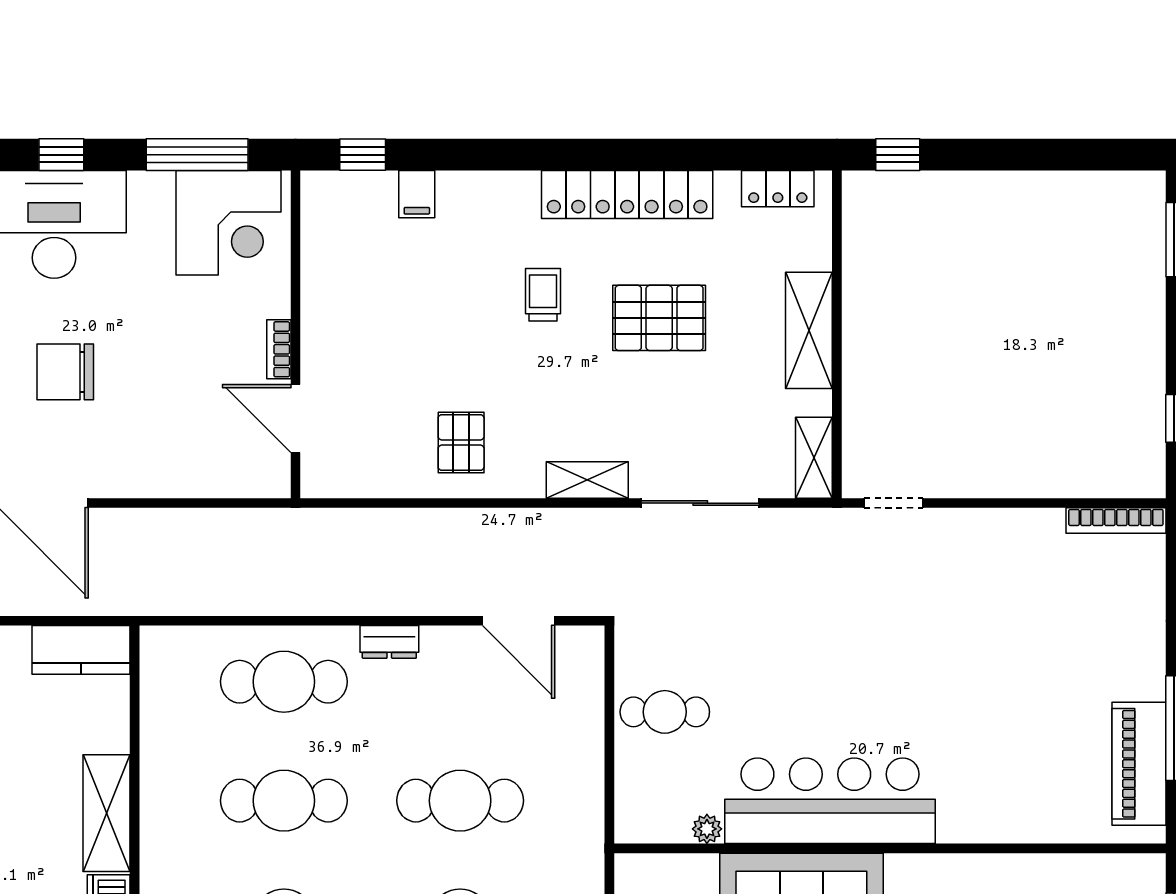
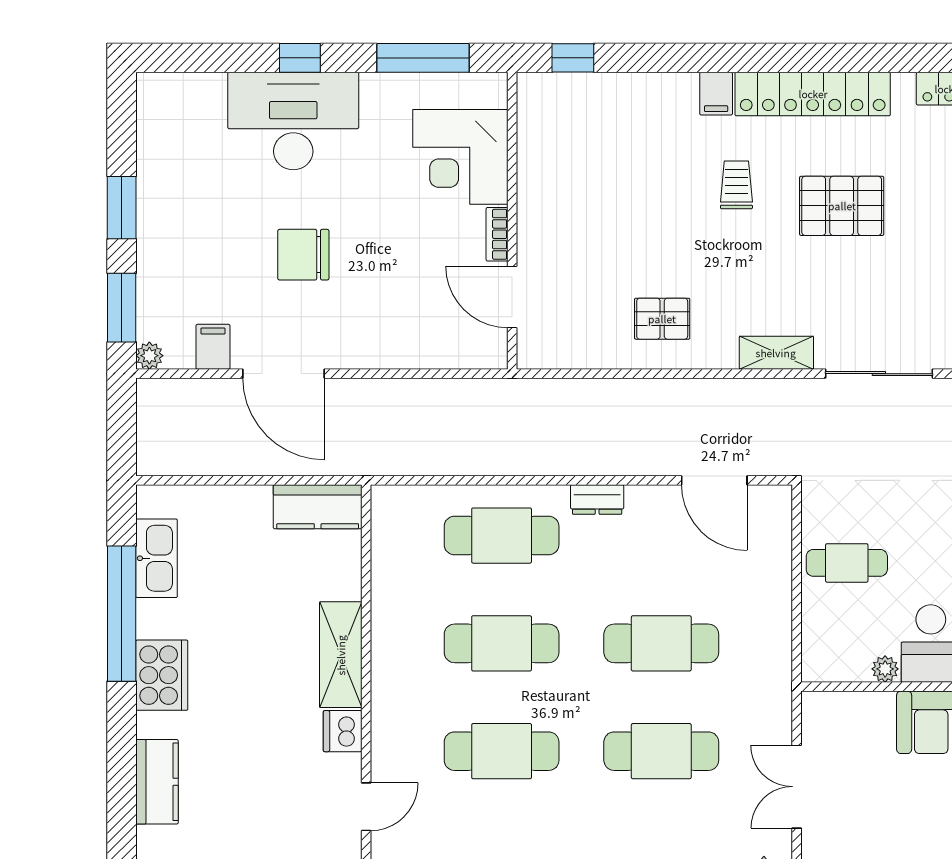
filing cabinet: (417, 194) -> (716, 94), moved
corner desk: (228, 223) -> (460, 157), moved, turned 90
pallet: (461, 442) -> (662, 319), turned 90

